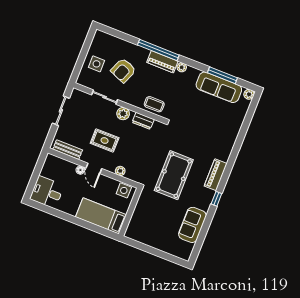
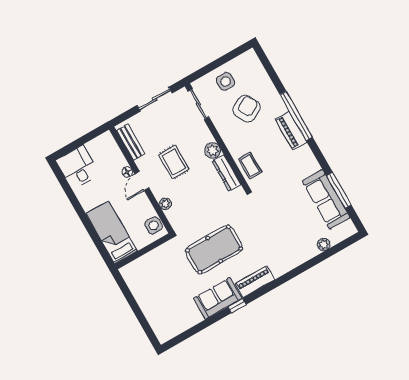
plant: (182, 67) -> (305, 151), removed
armchair: (123, 70) -> (246, 109), turned 129
plant: (249, 94) -> (324, 245), moved
sliding door: (105, 97) -> (198, 104), moved
dresser: (143, 121) -> (226, 173), width x1.44
sofa: (192, 225) -> (218, 298), moved

